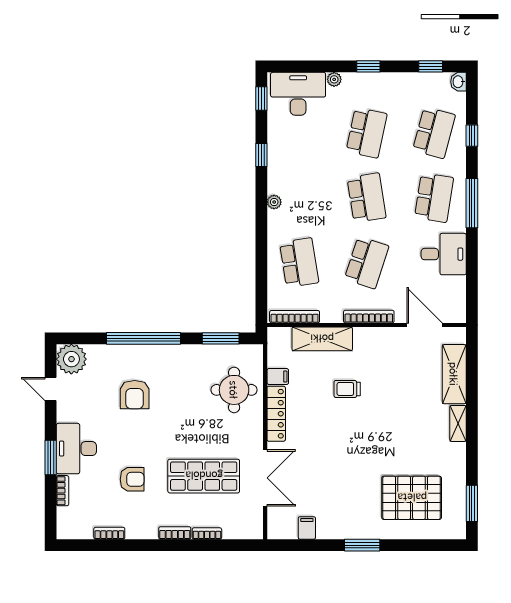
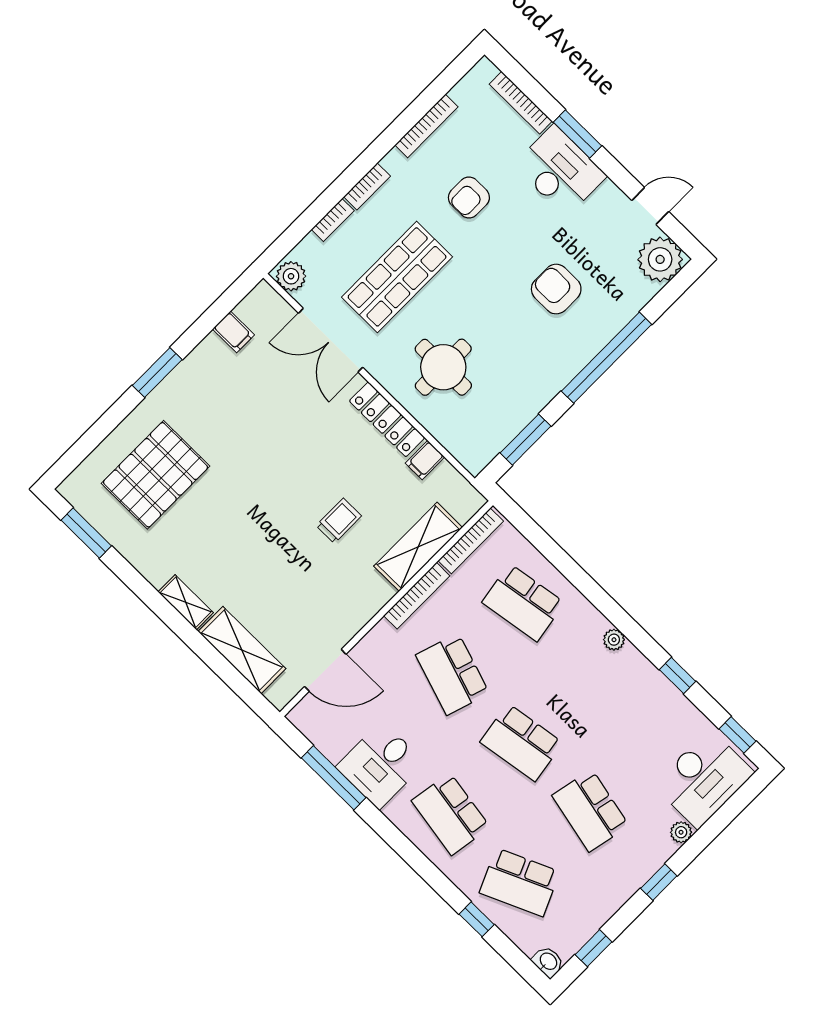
school desk: (434, 133) -> (520, 882), turned -39
window: (472, 203) -> (334, 778), moved
bookcase: (369, 317) -> (417, 596), moved
round table: (234, 390) -> (443, 367), moved
bookcase: (63, 491) -> (521, 103), width x1.56
plant: (253, 527) -> (291, 276), added
bookcase: (109, 533) -> (426, 126), width x1.56

